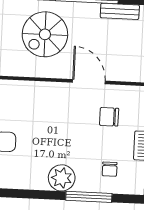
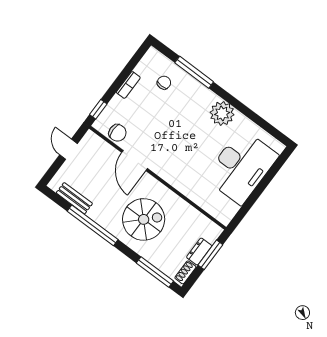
chair: (109, 117) -> (117, 133), moved
plant: (62, 178) -> (222, 113), moved

